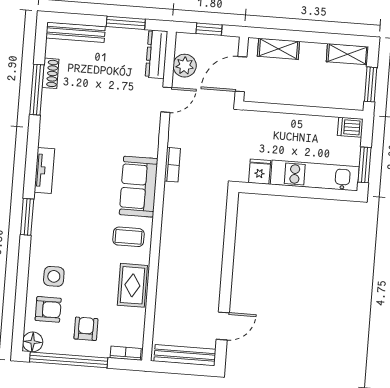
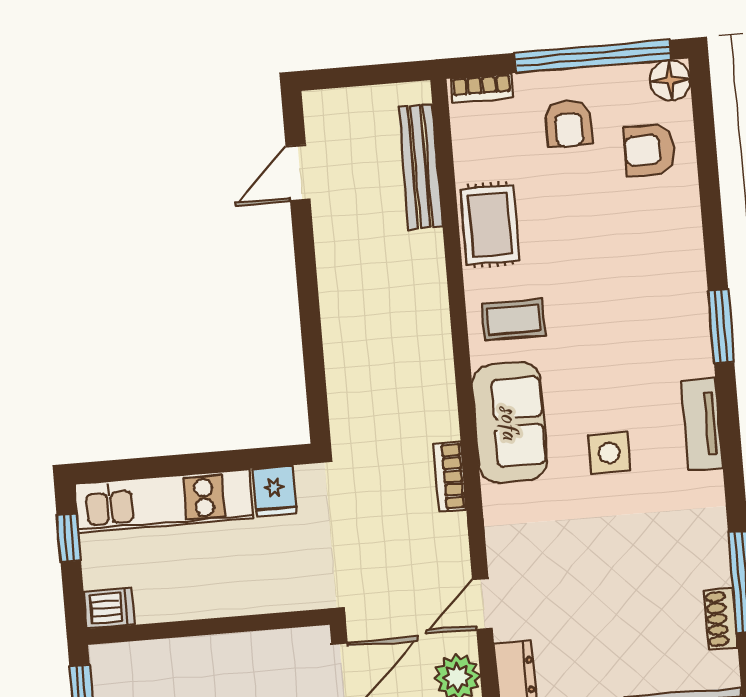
window: (364, 165) -> (69, 538), width x0.67
side table: (54, 276) -> (609, 453), moved
bench: (185, 355) -> (420, 167), moved, turned 90

